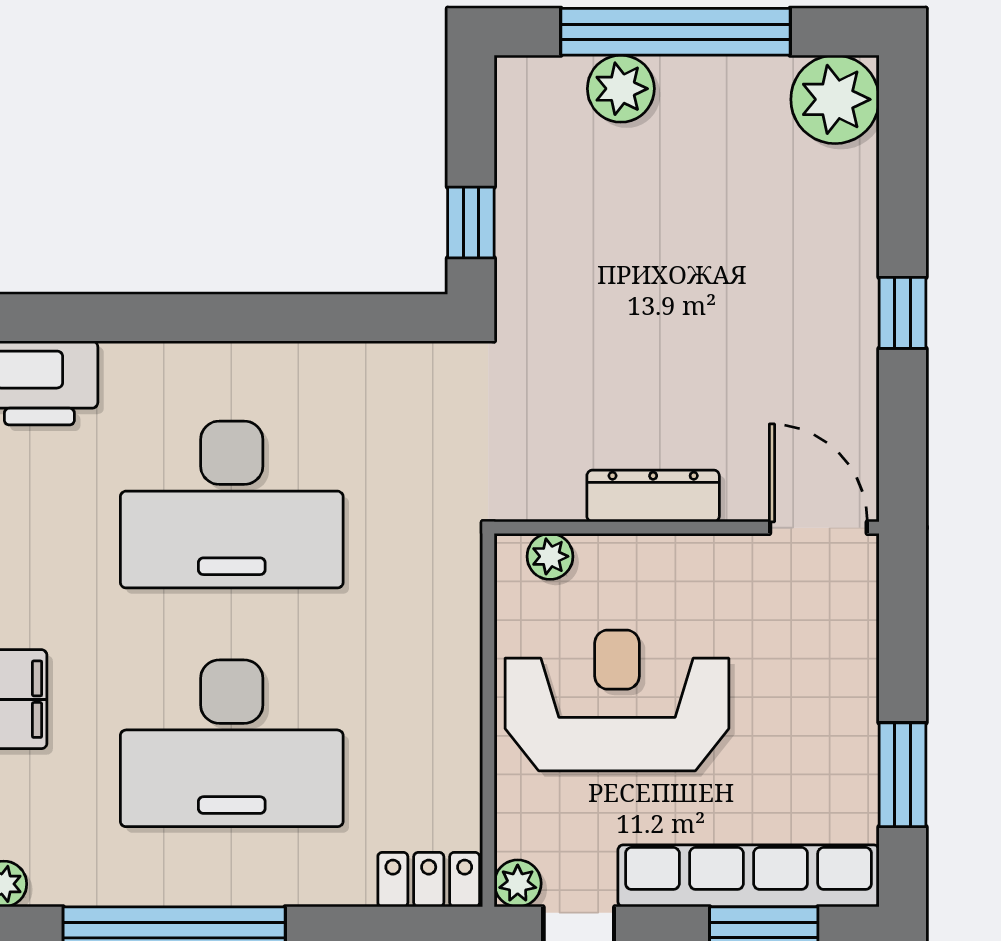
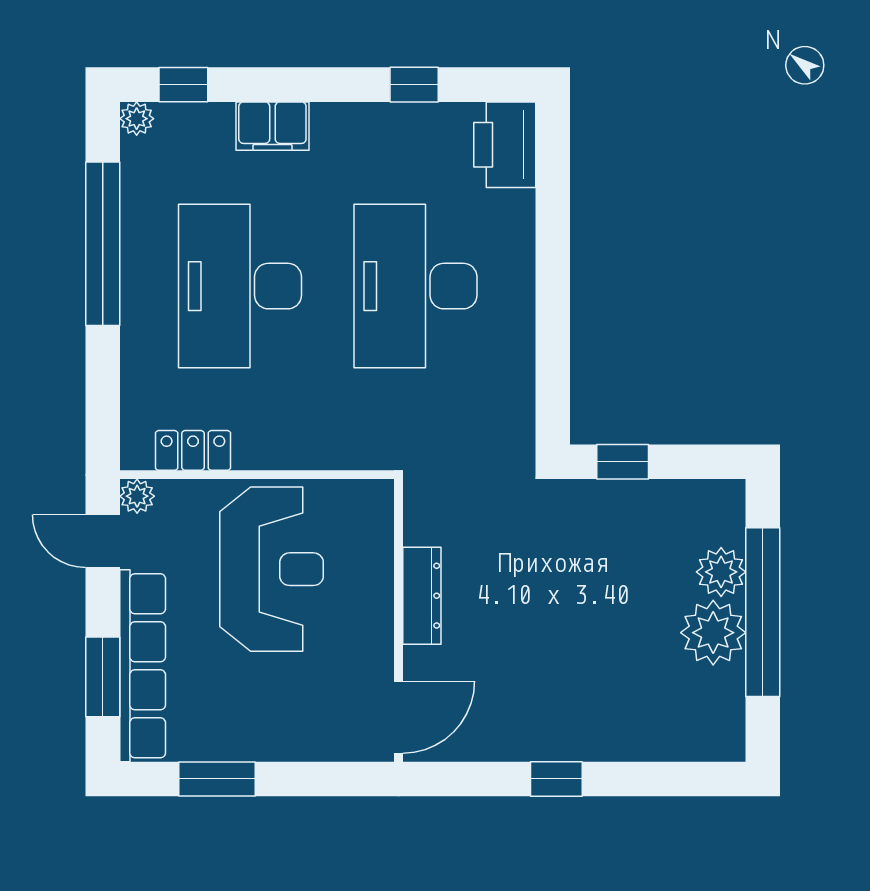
plant: (835, 99) -> (713, 633), moved
plant: (550, 556) -> (377, 520), removed
locker: (429, 880) -> (193, 450), moved, turned -90

